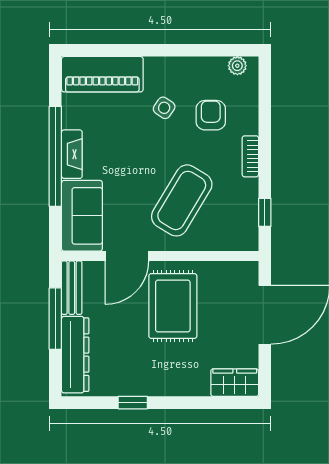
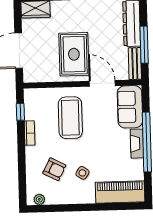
armchair: (211, 115) -> (54, 169), turned -63
bookcase: (250, 156) -> (30, 133), moved
coffee table: (182, 200) -> (70, 118), turned -31
door: (127, 256) -> (102, 83), hinge flipped

